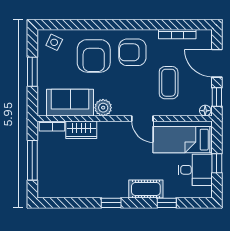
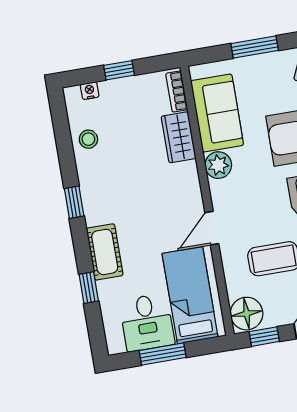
floor lamp: (205, 111) -> (247, 314), width x1.89, depth x1.89
window: (32, 160) -> (119, 70), width x0.46
window: (217, 163) -> (163, 354), width x1.50
nightstand: (42, 181) -> (90, 91), added
stool: (73, 187) -> (88, 139), added

